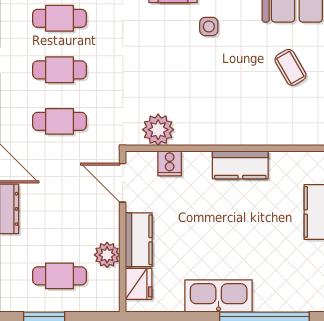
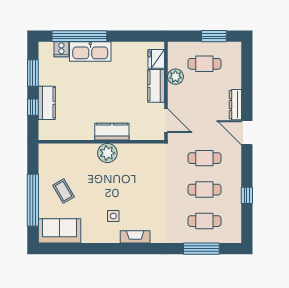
plant: (158, 130) -> (107, 153), moved
cooker: (170, 163) -> (61, 49), moved, turned 180
kitchen counter: (240, 165) -> (112, 132), moved
kitchen sink: (219, 296) -> (90, 51), moved

